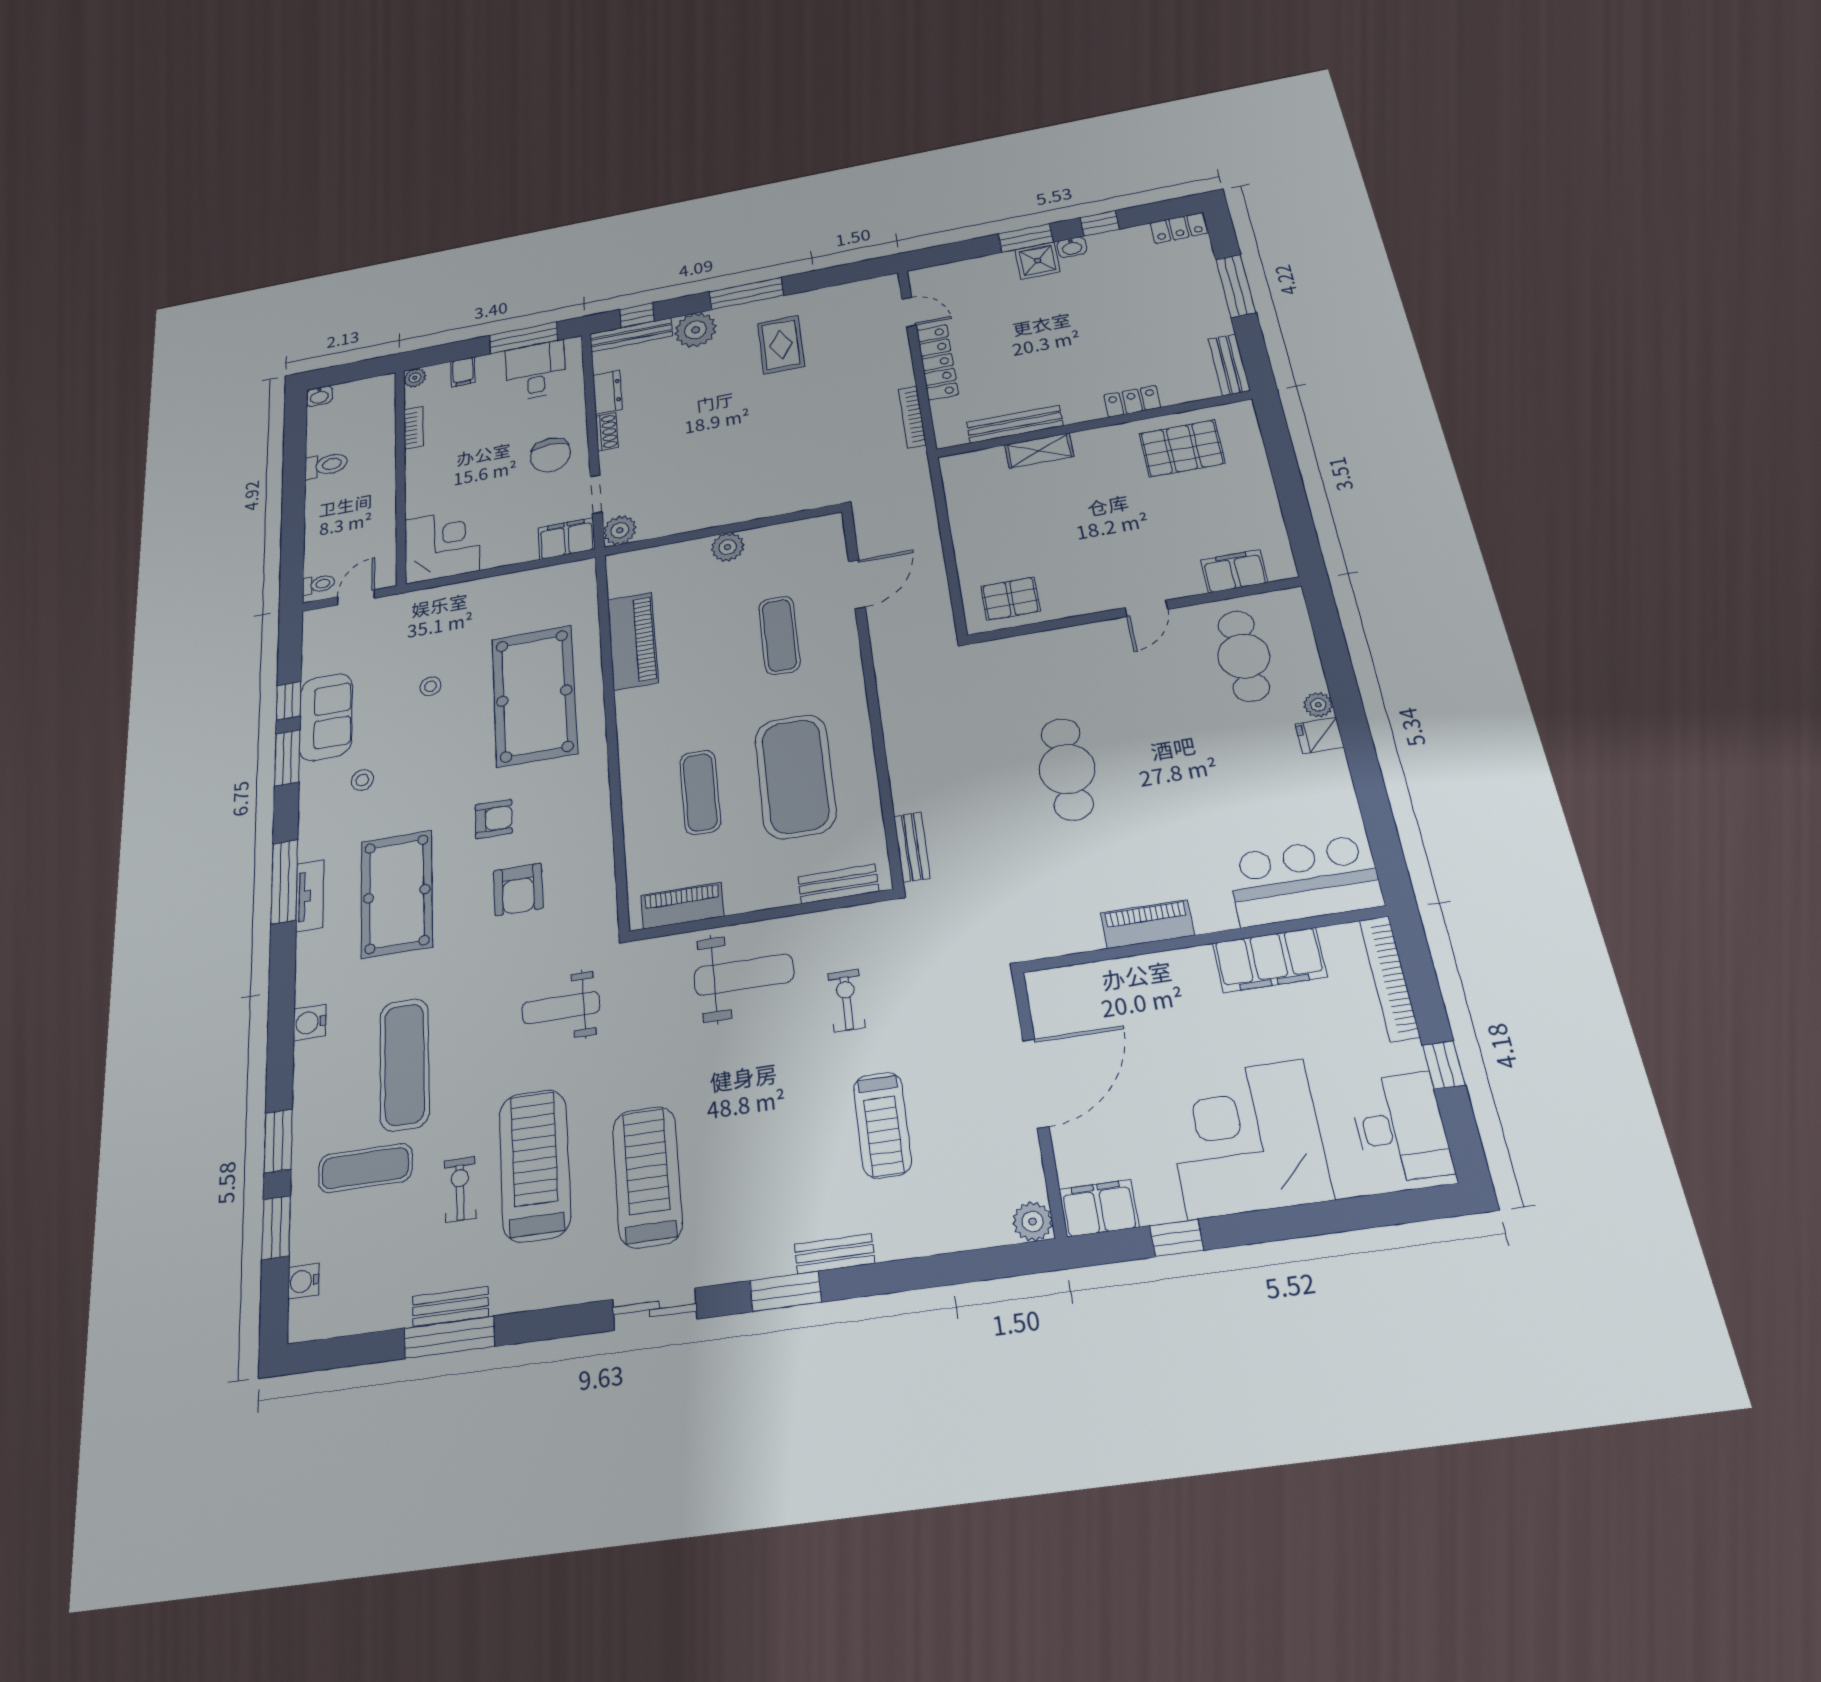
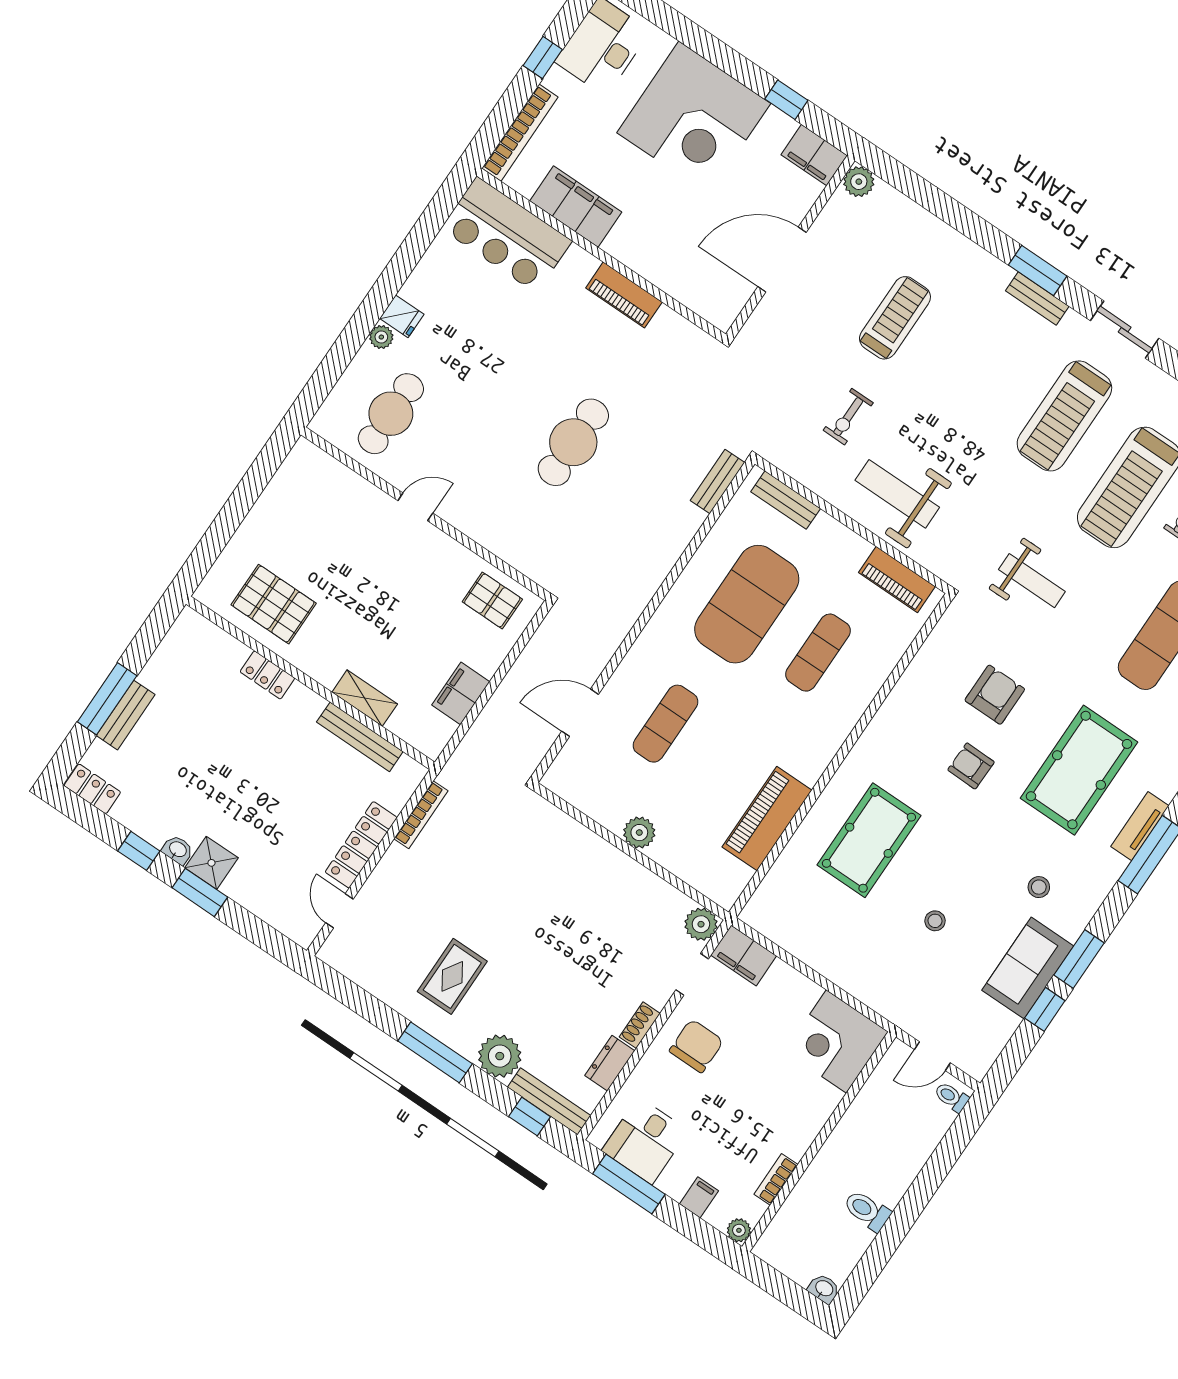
bench: (1229, 365) -> (126, 715), moved
filing cabinet: (1234, 571) -> (461, 693), moved, turned 90
pool table: (534, 696) -> (869, 840), width x0.73, depth x0.76
bench: (835, 1254) -> (1037, 299), moved

